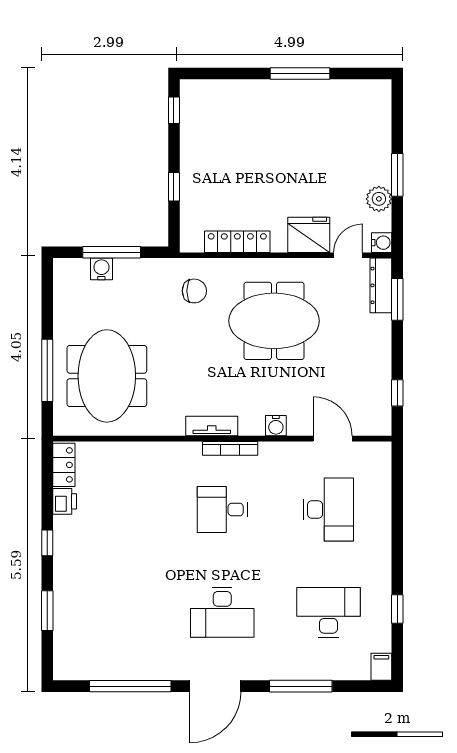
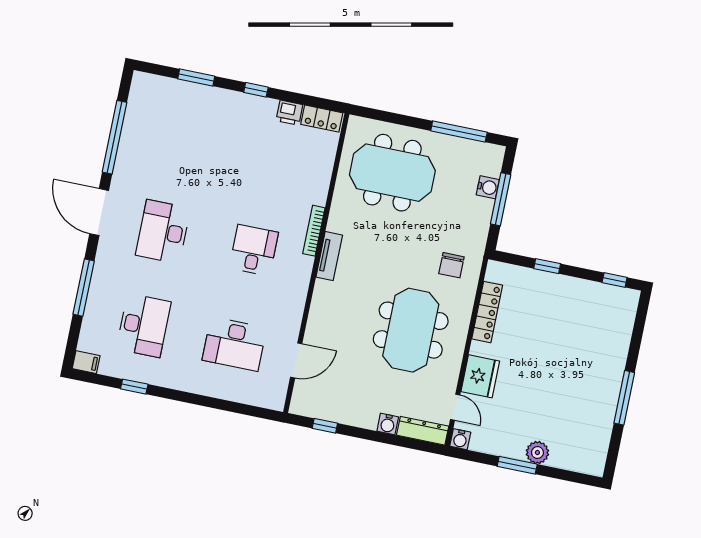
plant: (379, 199) -> (537, 453), moved
window: (397, 299) -> (407, 443), removed
window: (47, 370) -> (459, 131), moved
water cooler: (276, 426) -> (388, 424), moved, turned -90
bookcase: (230, 448) -> (314, 231), moved

